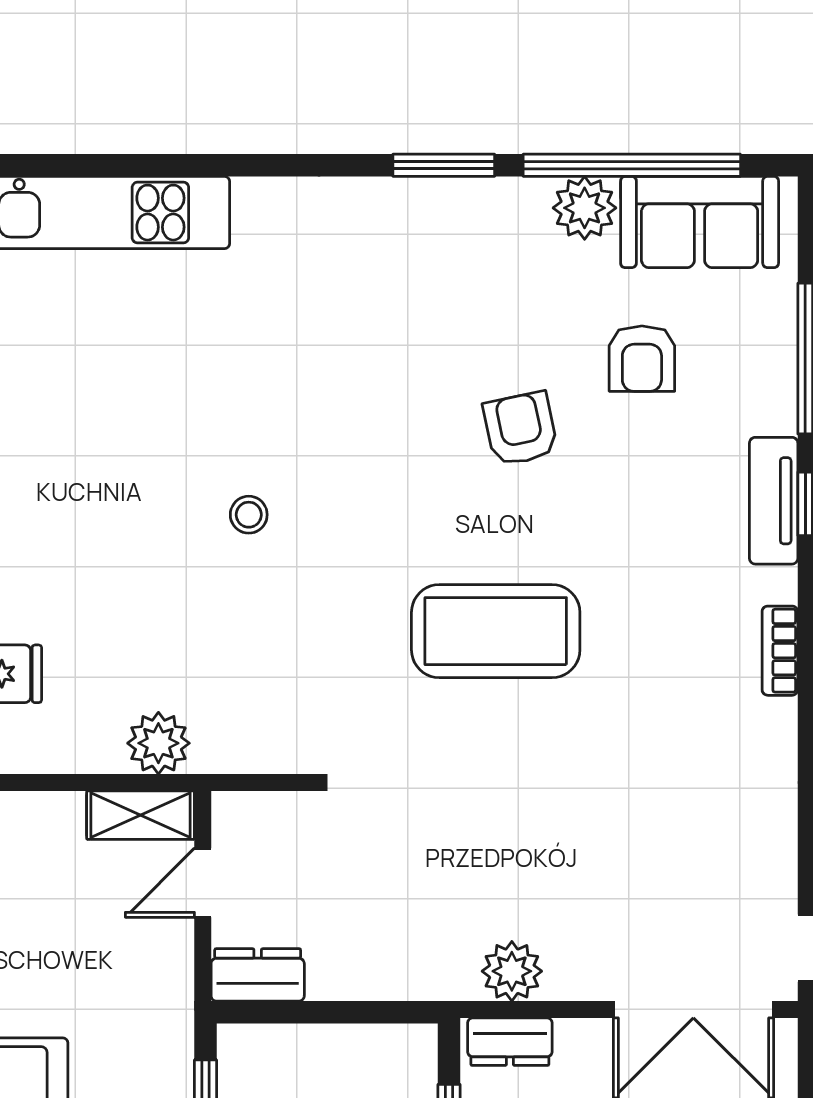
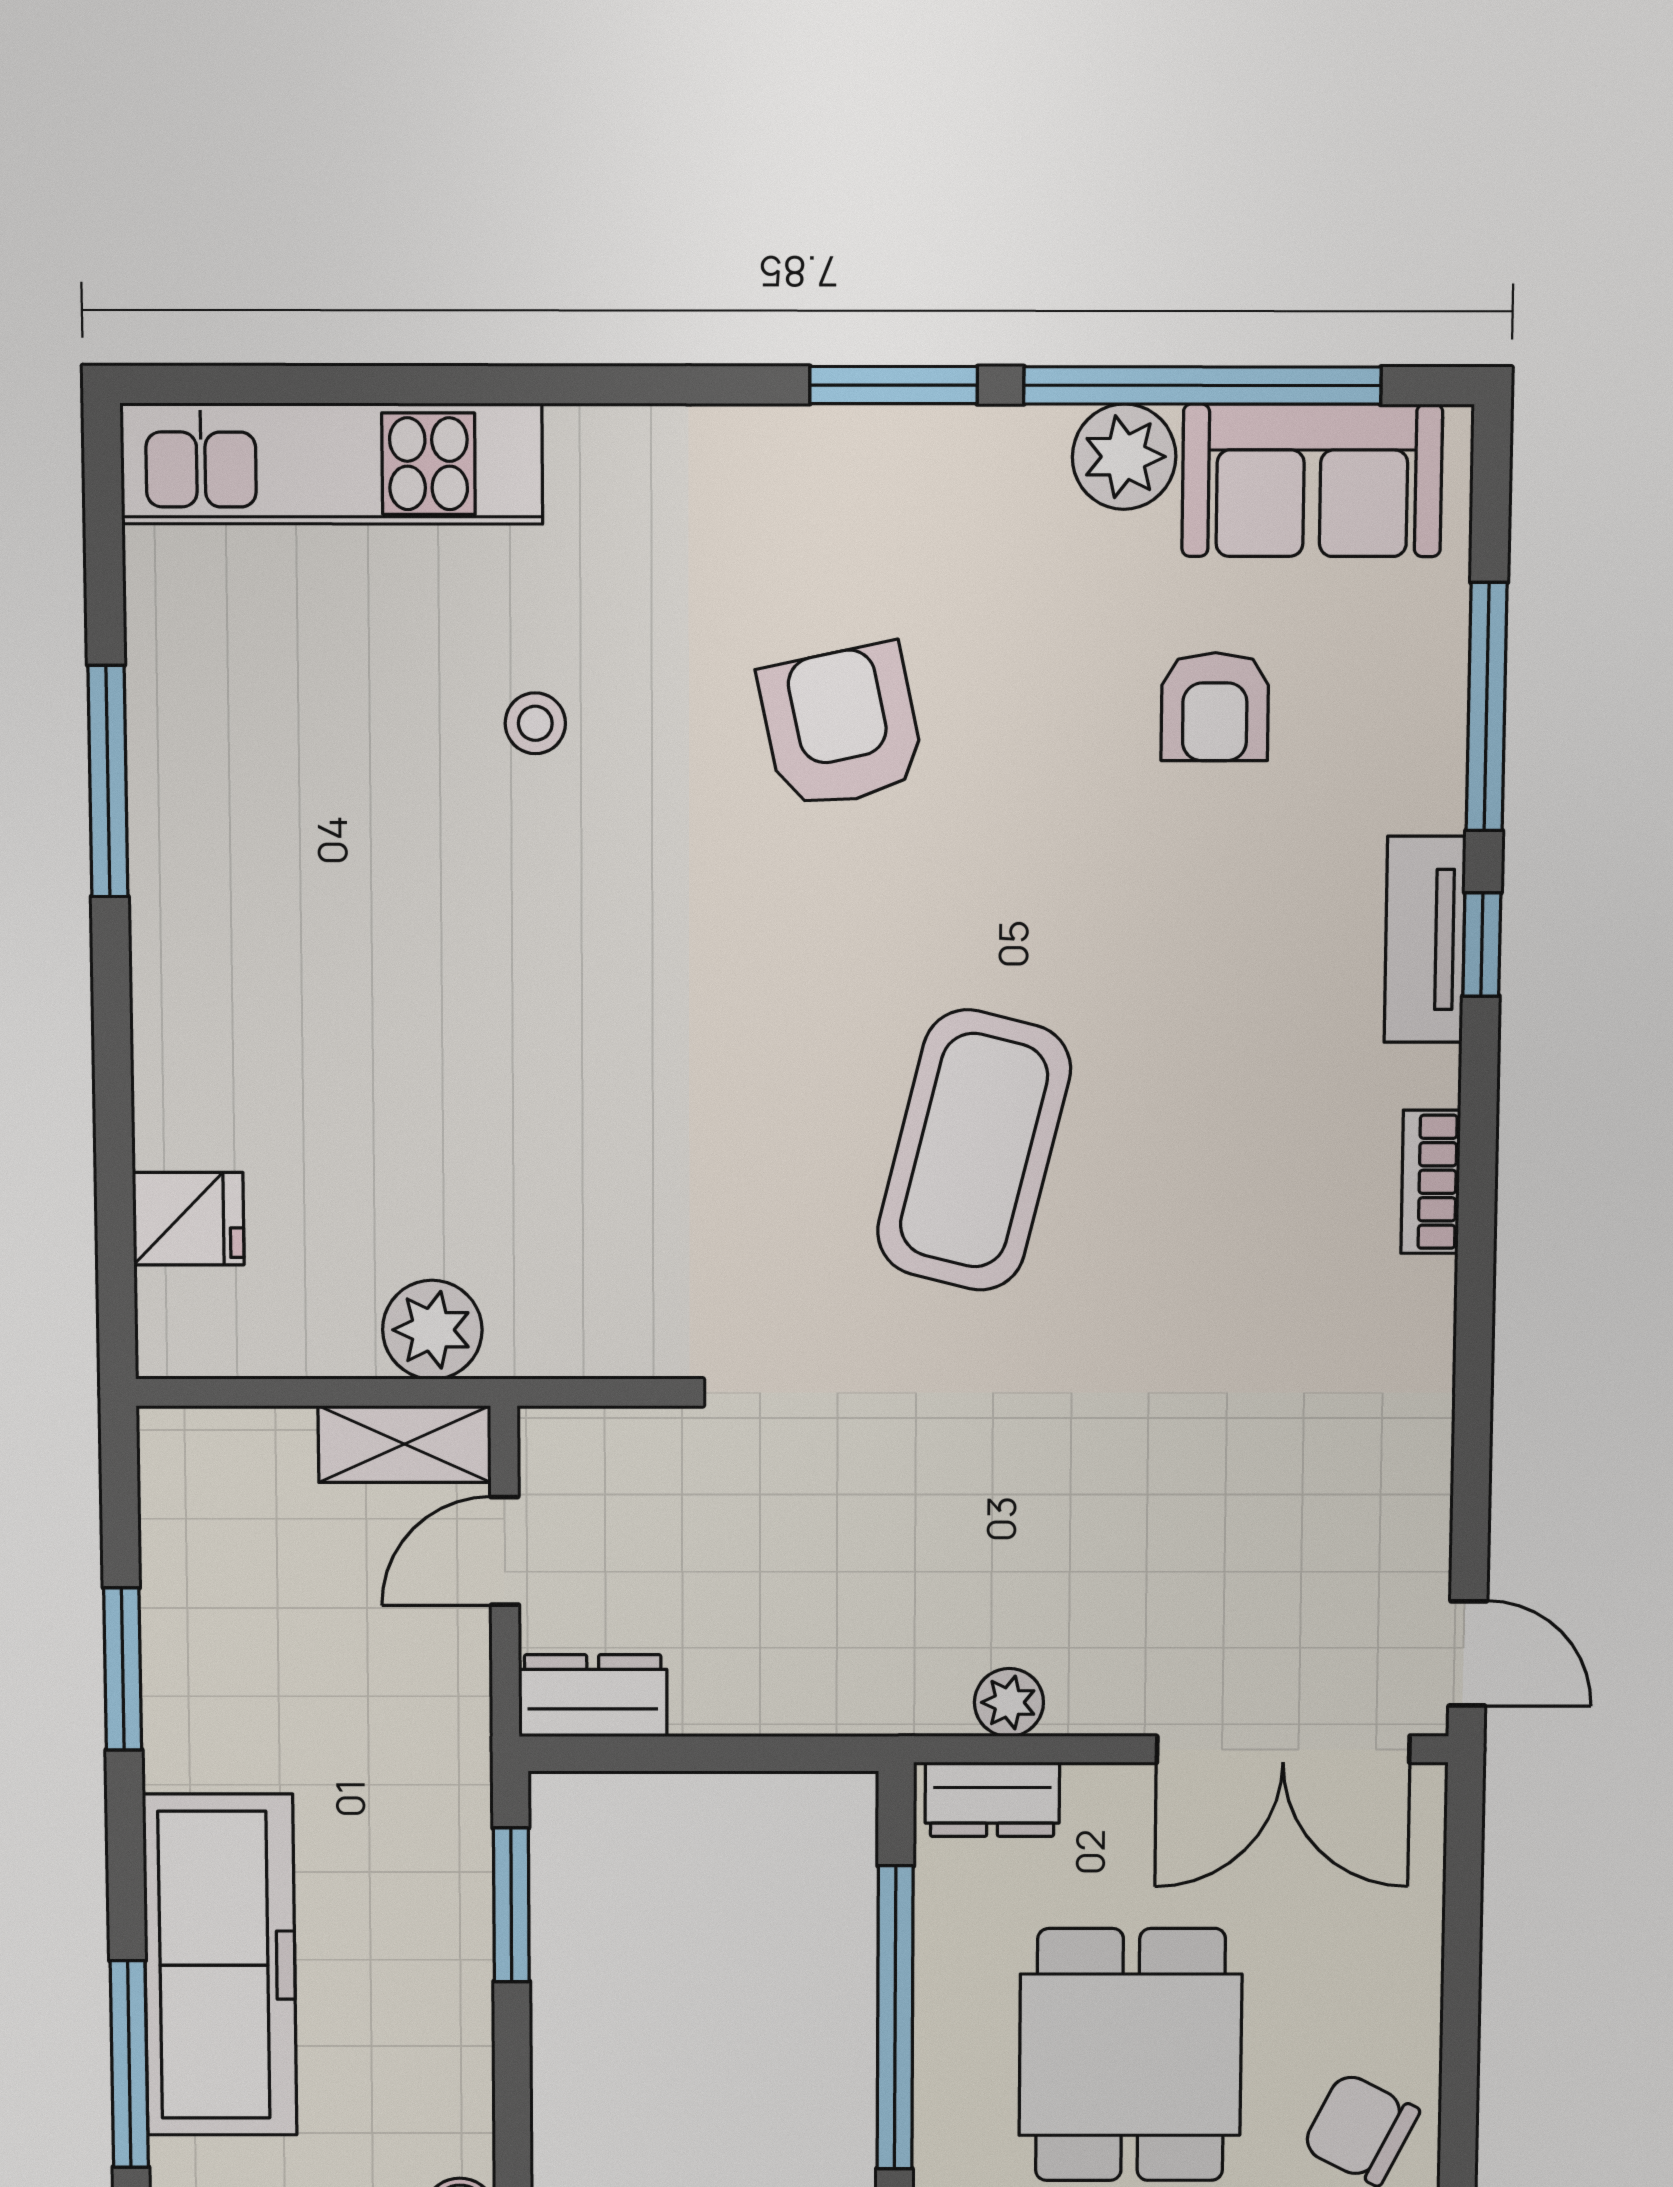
armchair: (520, 429) -> (841, 727), moved, width x1.38, depth x1.38
stool: (249, 515) -> (535, 723), moved
coffee table: (496, 631) -> (974, 1150), turned -76
plant: (512, 971) -> (1009, 1702), width x0.73, depth x0.73

